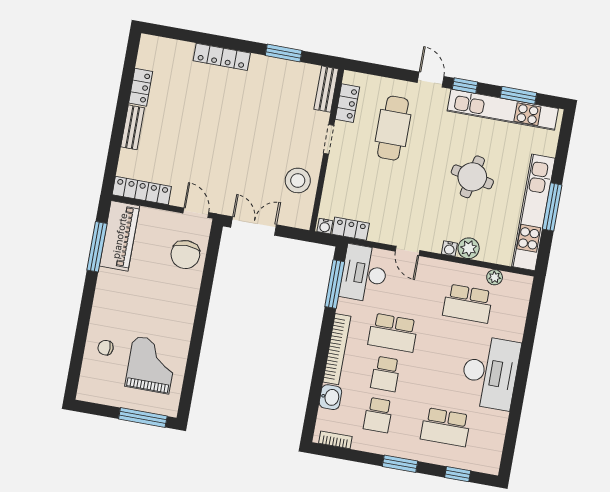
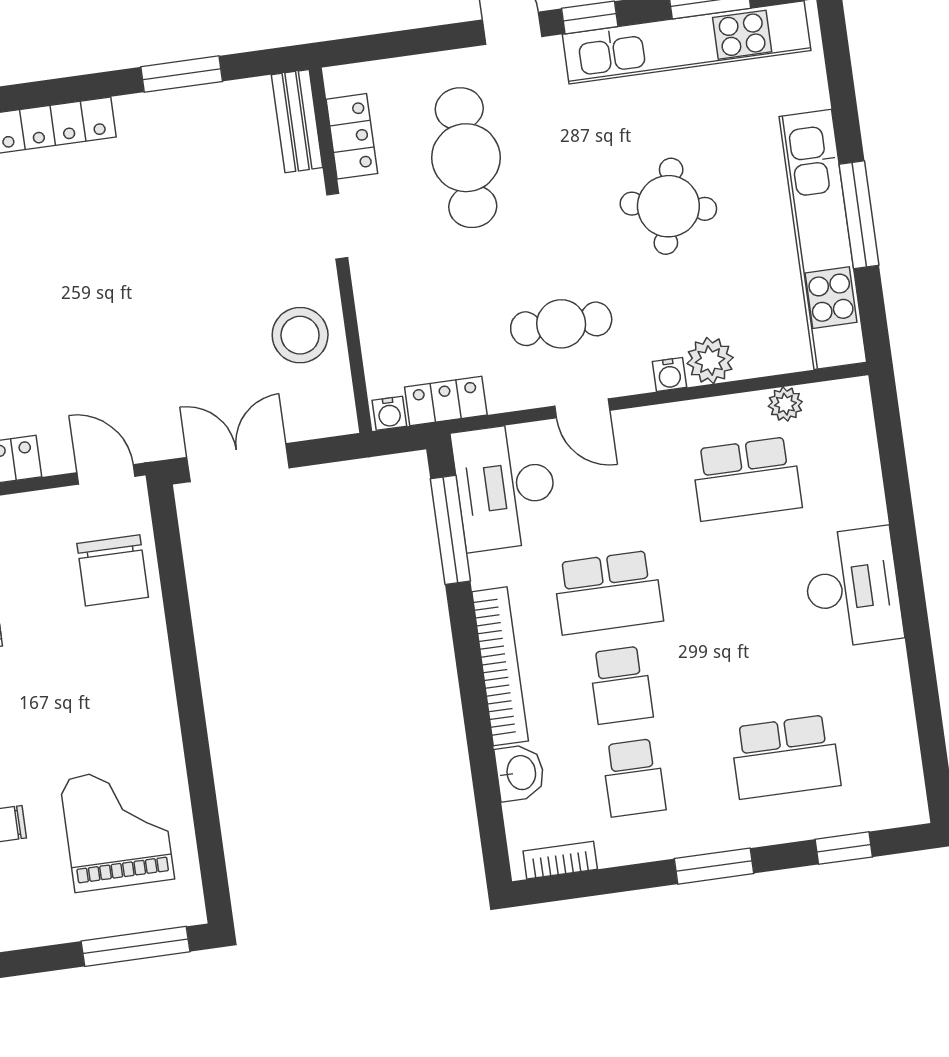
cafe table: (410, 212) -> (561, 324), added
desk: (490, 373) -> (852, 587), width x0.73, depth x0.77

